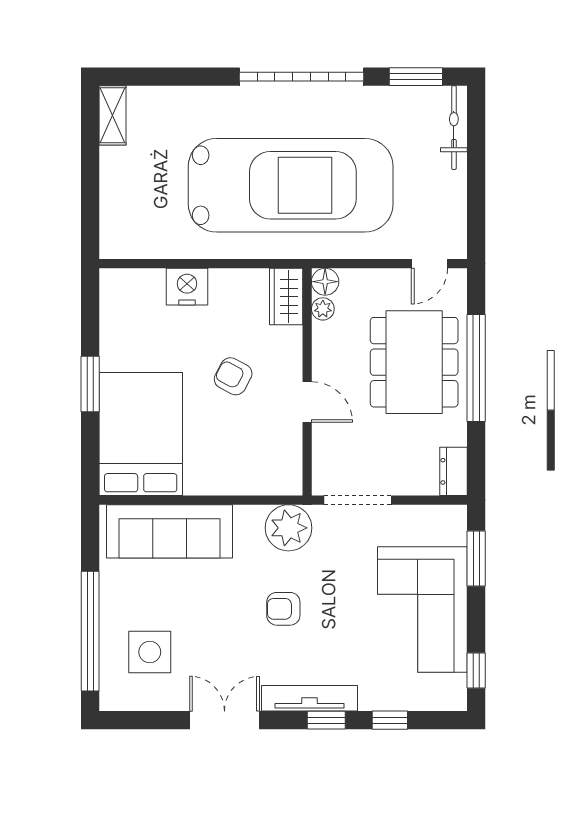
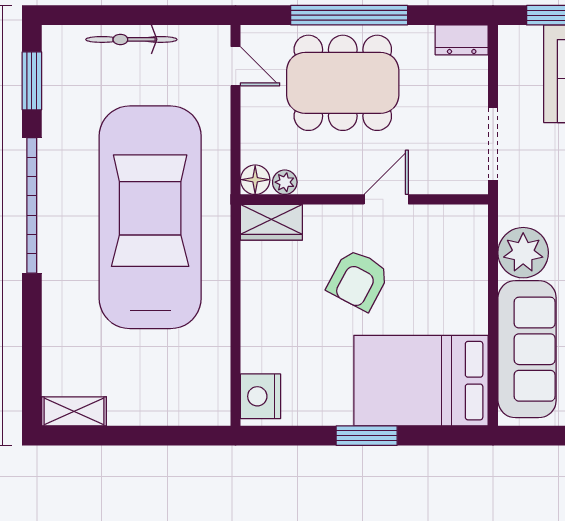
bicycle: (454, 128) -> (131, 39), moved
nightstand: (187, 287) -> (260, 396), moved
armchair: (233, 376) -> (358, 280), width x1.38, depth x1.38
plant: (288, 528) -> (523, 253), moved

